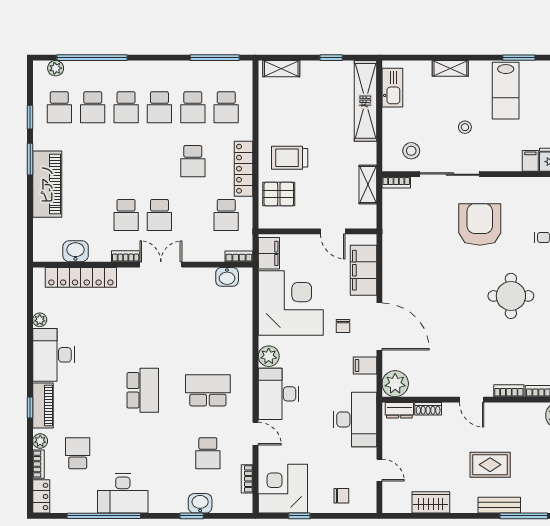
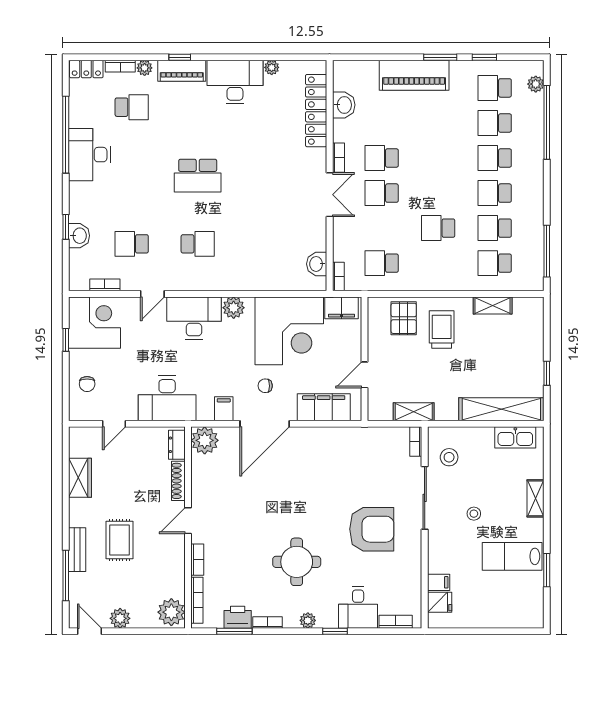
shelving: (281, 69) -> (493, 305), moved, turned 90
locker: (244, 169) -> (430, 281), removed
school desk: (208, 390) -> (198, 244), width x0.54
shoe rack: (428, 409) -> (178, 481), width x1.43

